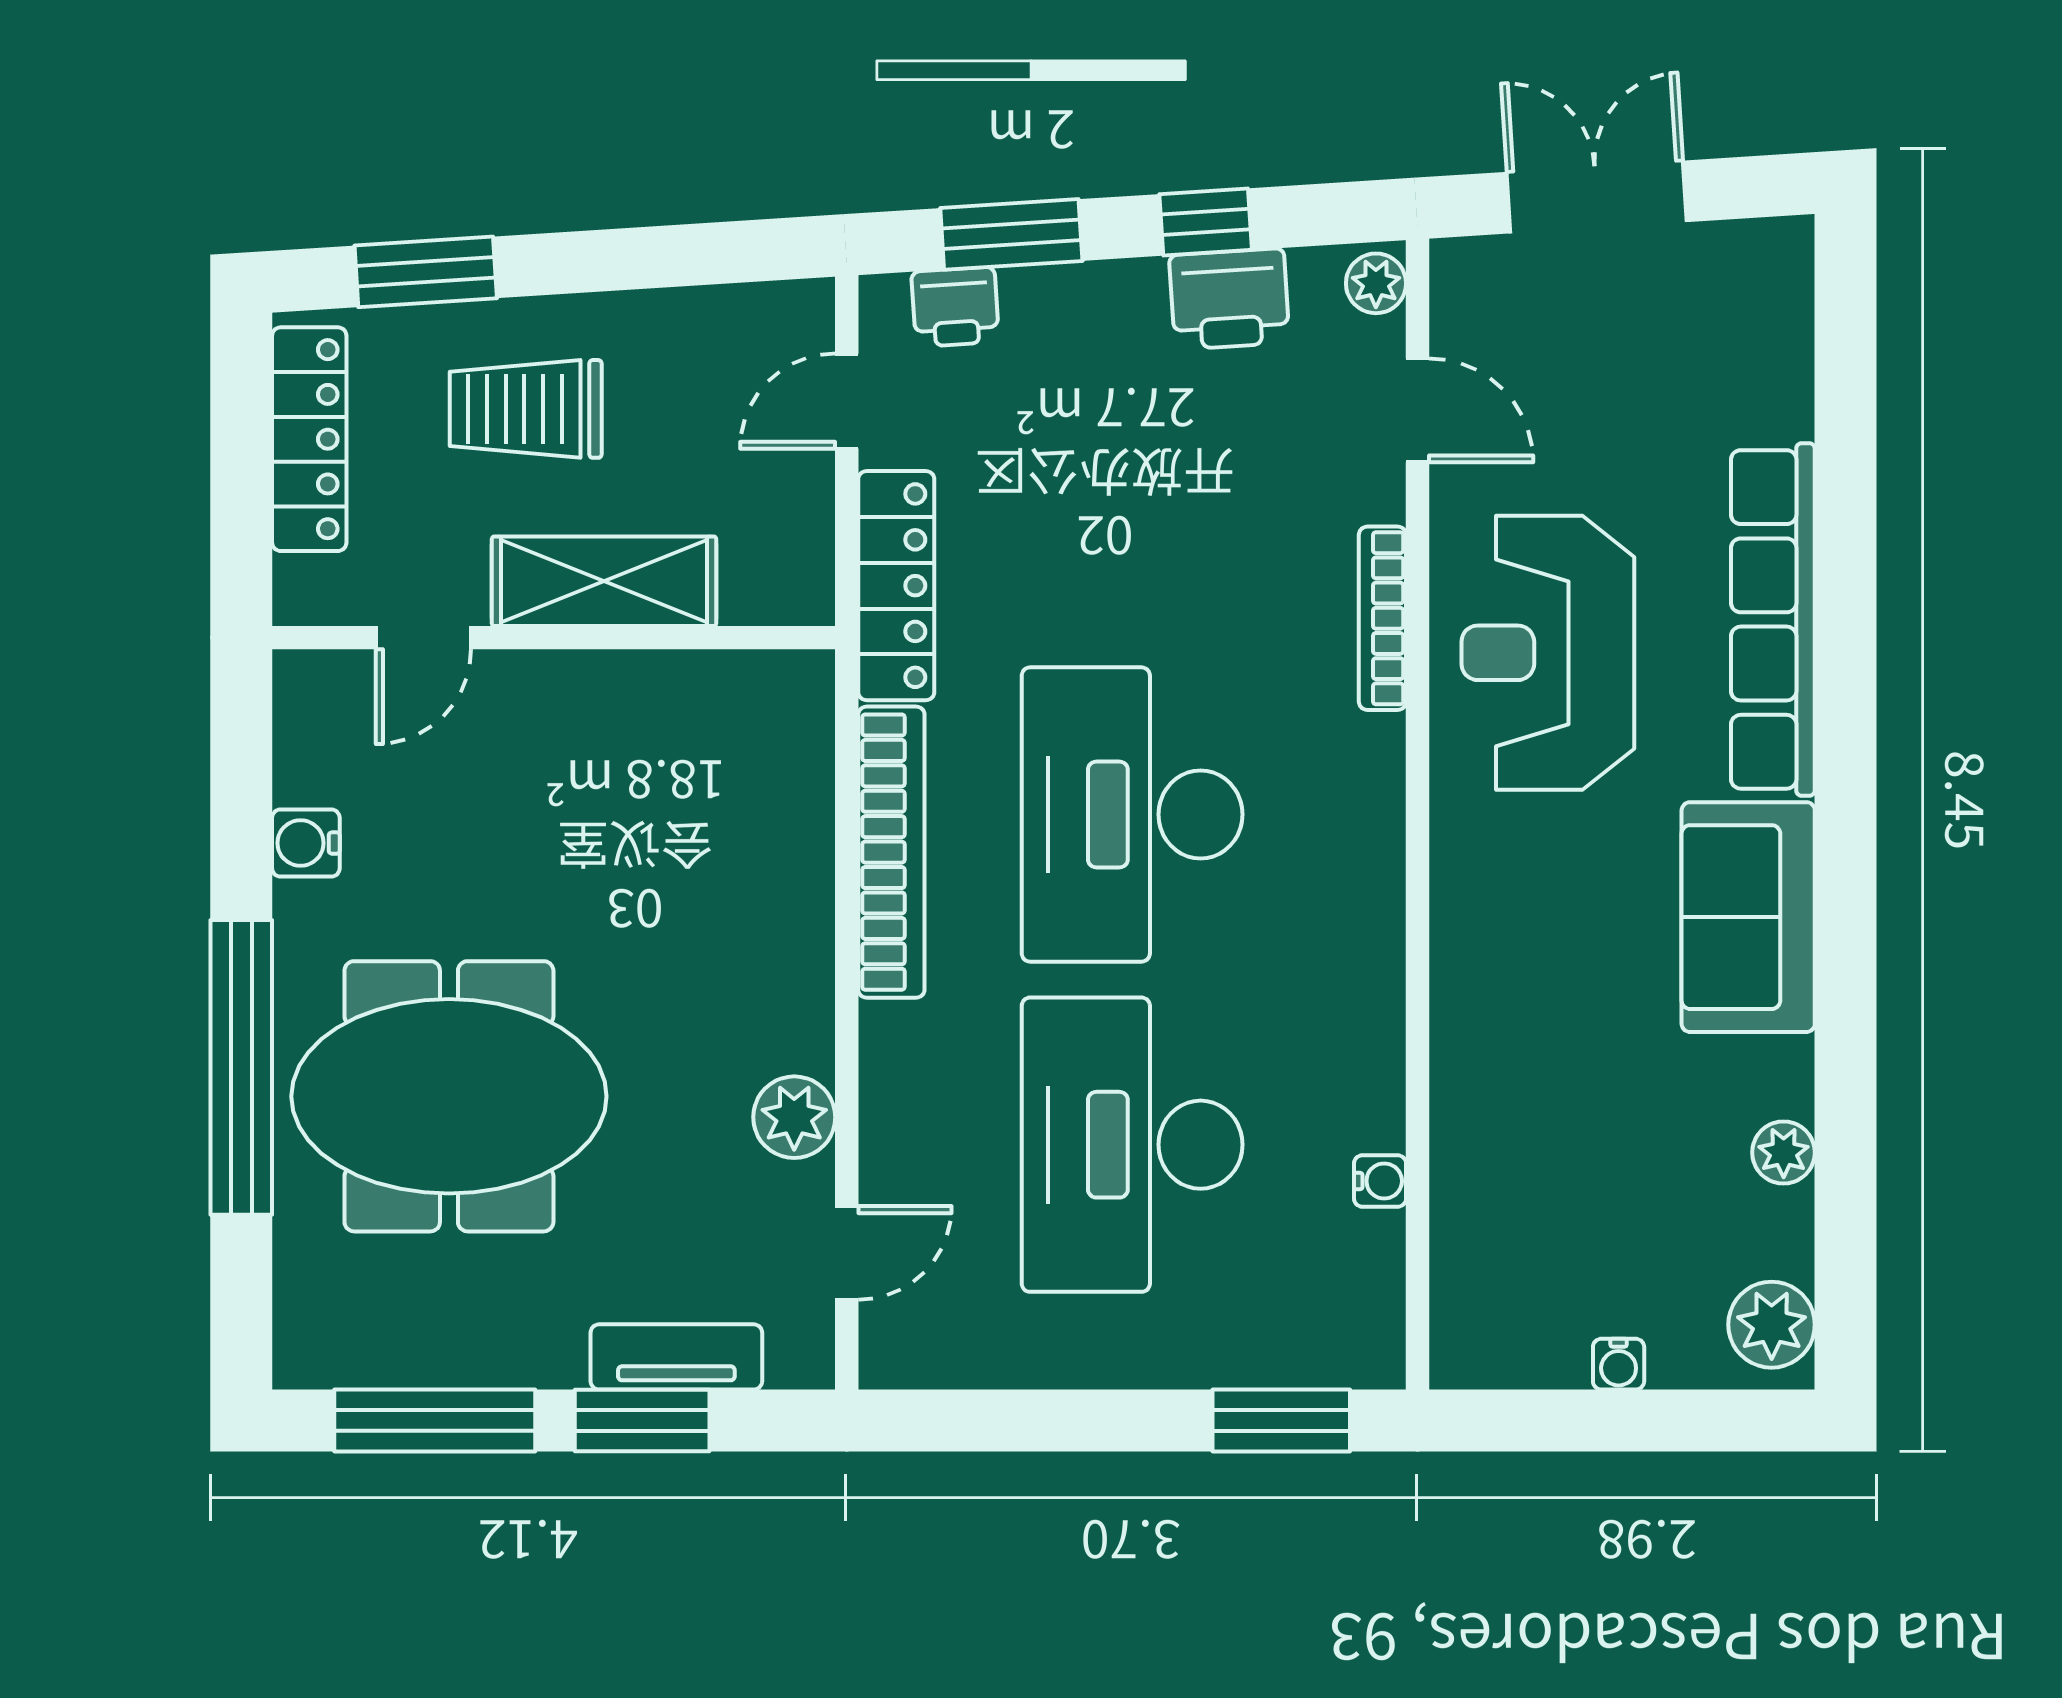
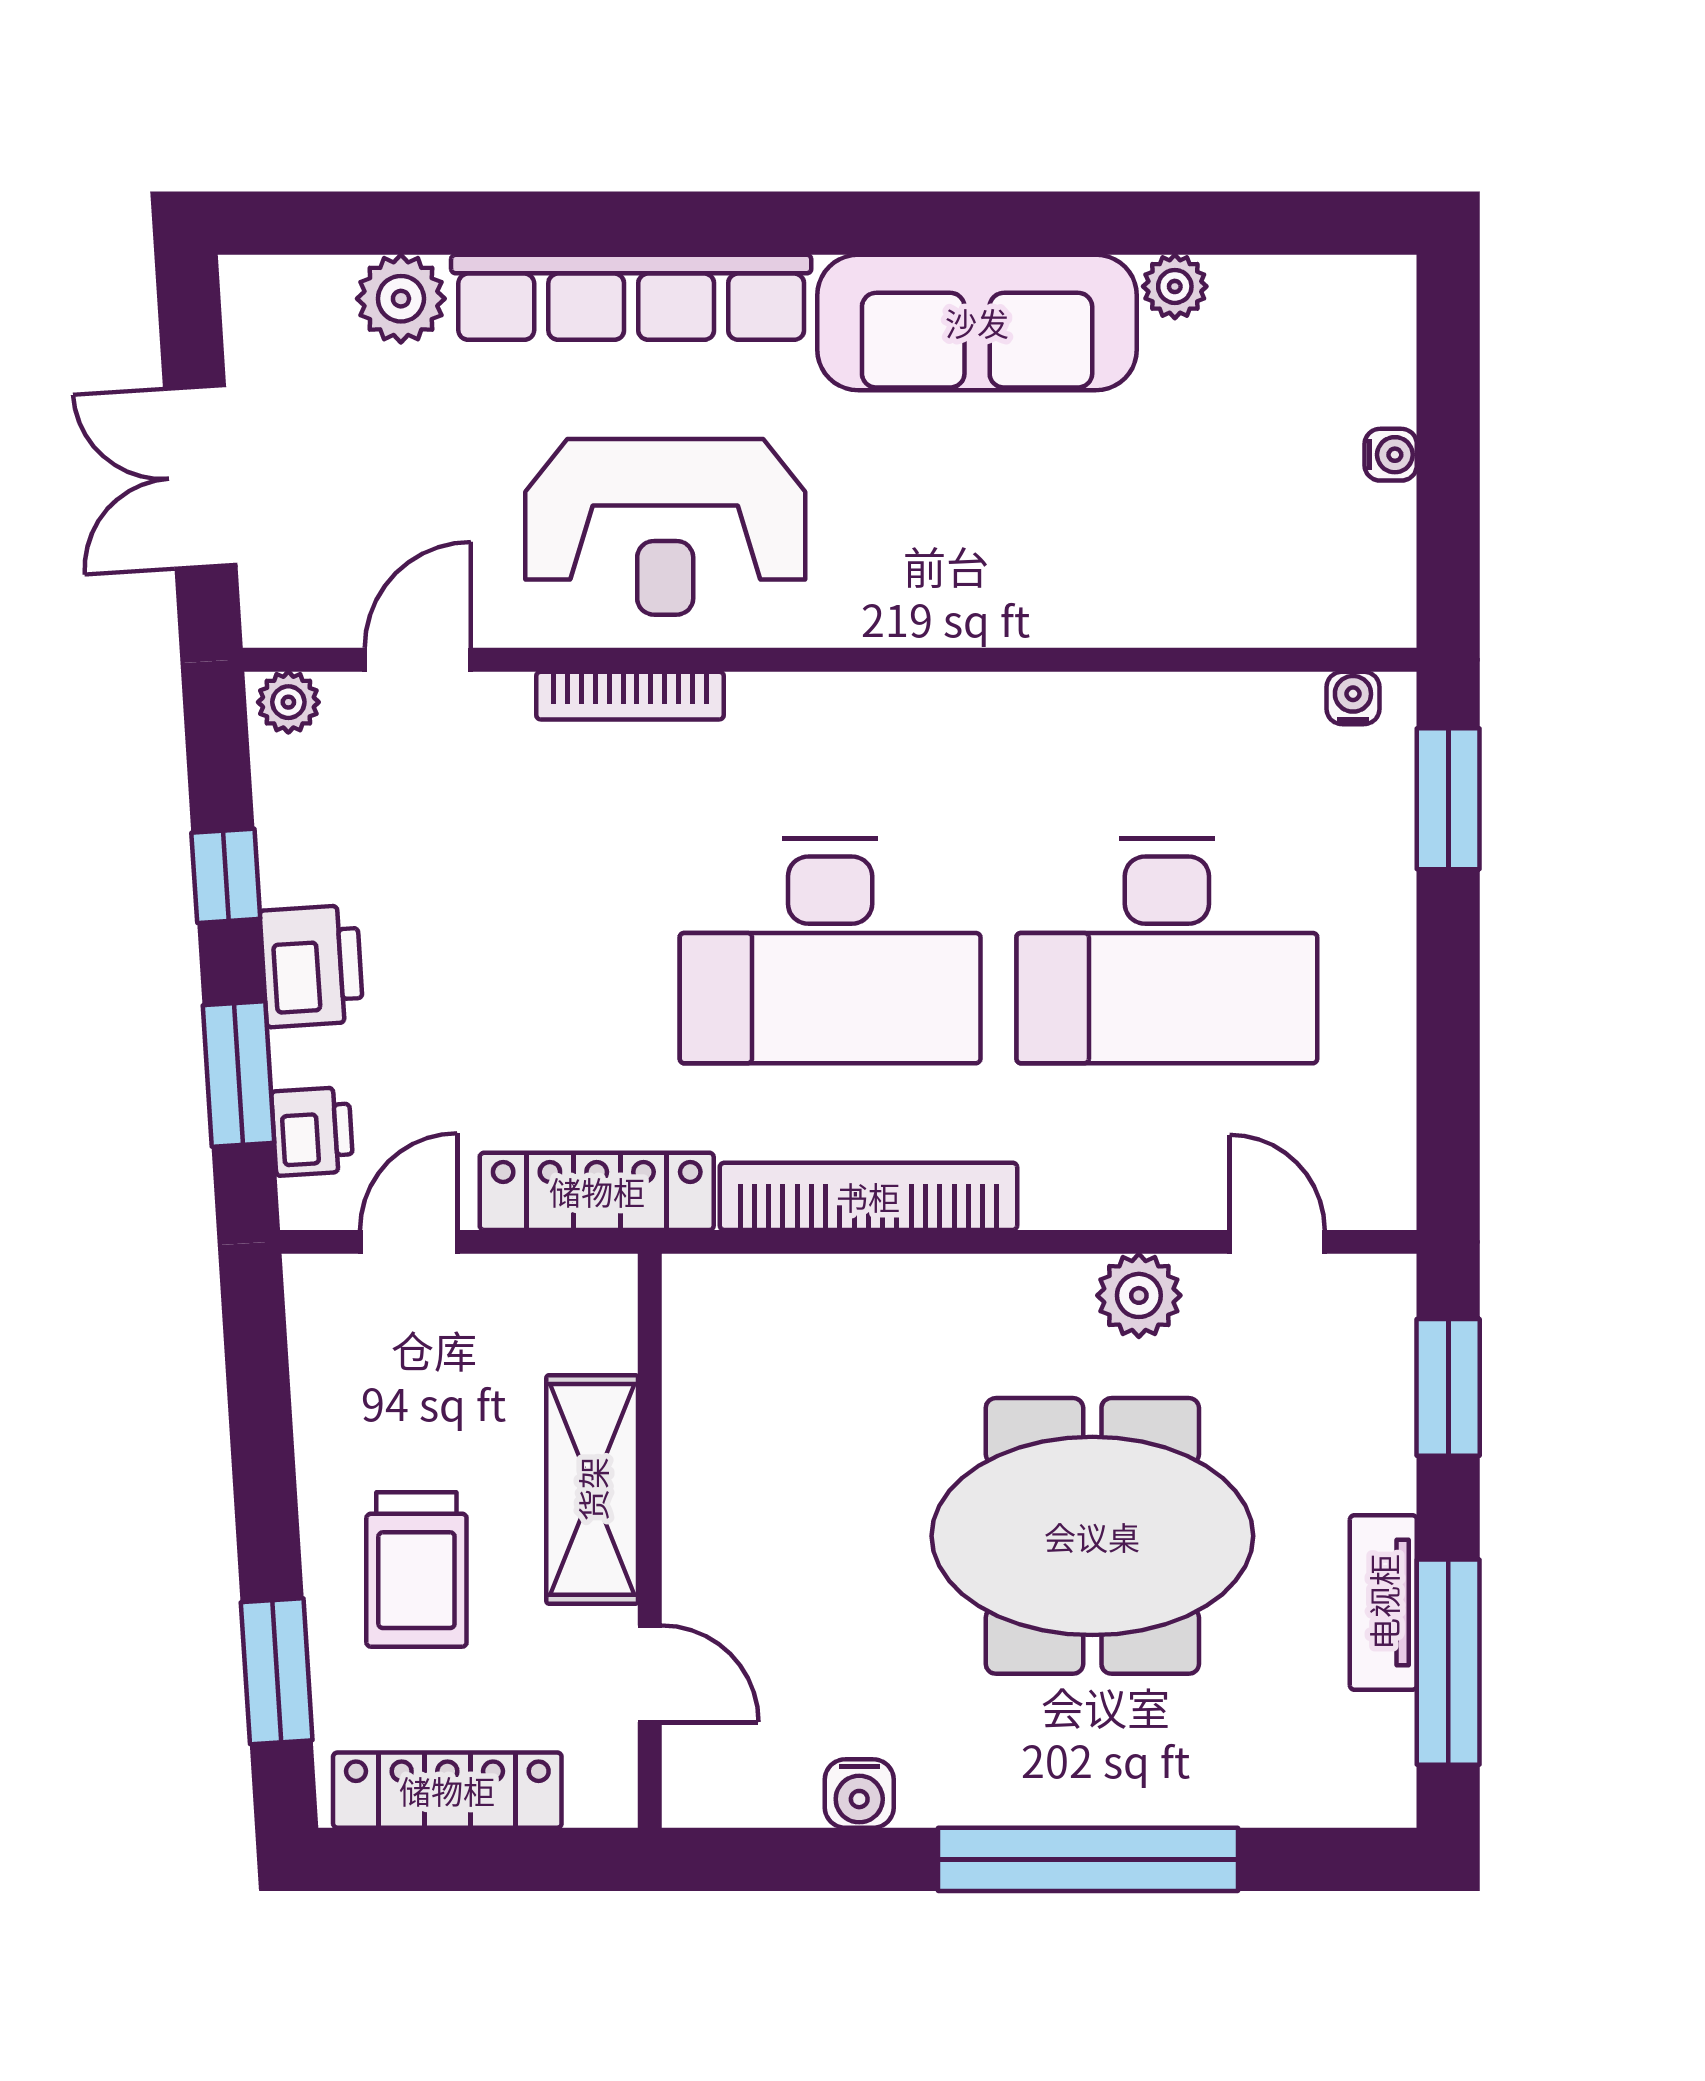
printer: (1229, 299) -> (312, 966), moved
door: (847, 401) -> (409, 1242), swing flipped
sofa: (1748, 917) -> (977, 322), width x1.36
meeting table: (449, 1096) -> (1092, 1536), moved, turned 90
water cooler: (1380, 1181) -> (1353, 698), moved
plant: (1772, 1325) -> (401, 299), moved
tv unit: (676, 1357) -> (1383, 1602), moved
window: (642, 1421) -> (1448, 1387), moved

